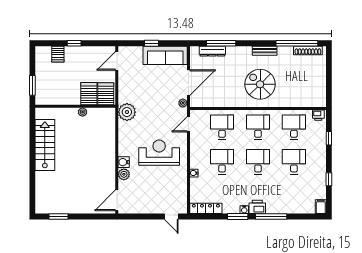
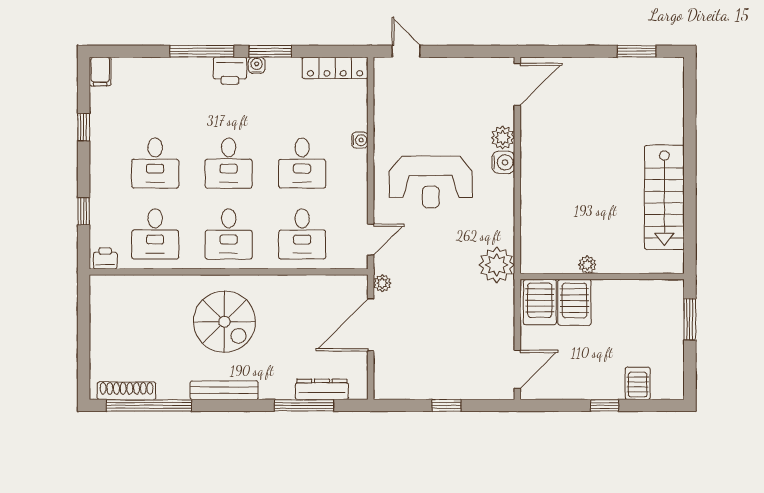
bench: (265, 51) -> (224, 390), width x1.36
sofa: (165, 55) -> (418, 381), removed

